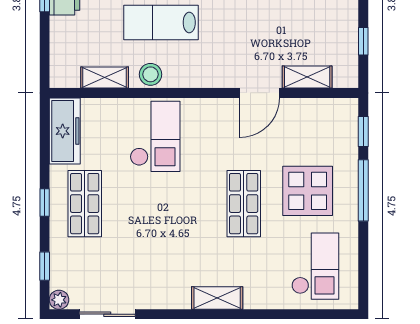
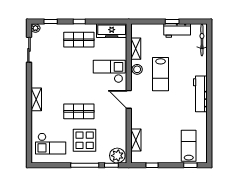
lab bench: (161, 22) -> (161, 74), turned 180
door: (259, 93) -> (129, 99), moved
plant: (342, 118) -> (117, 156), added
checkout: (155, 136) -> (109, 71), turned 180

